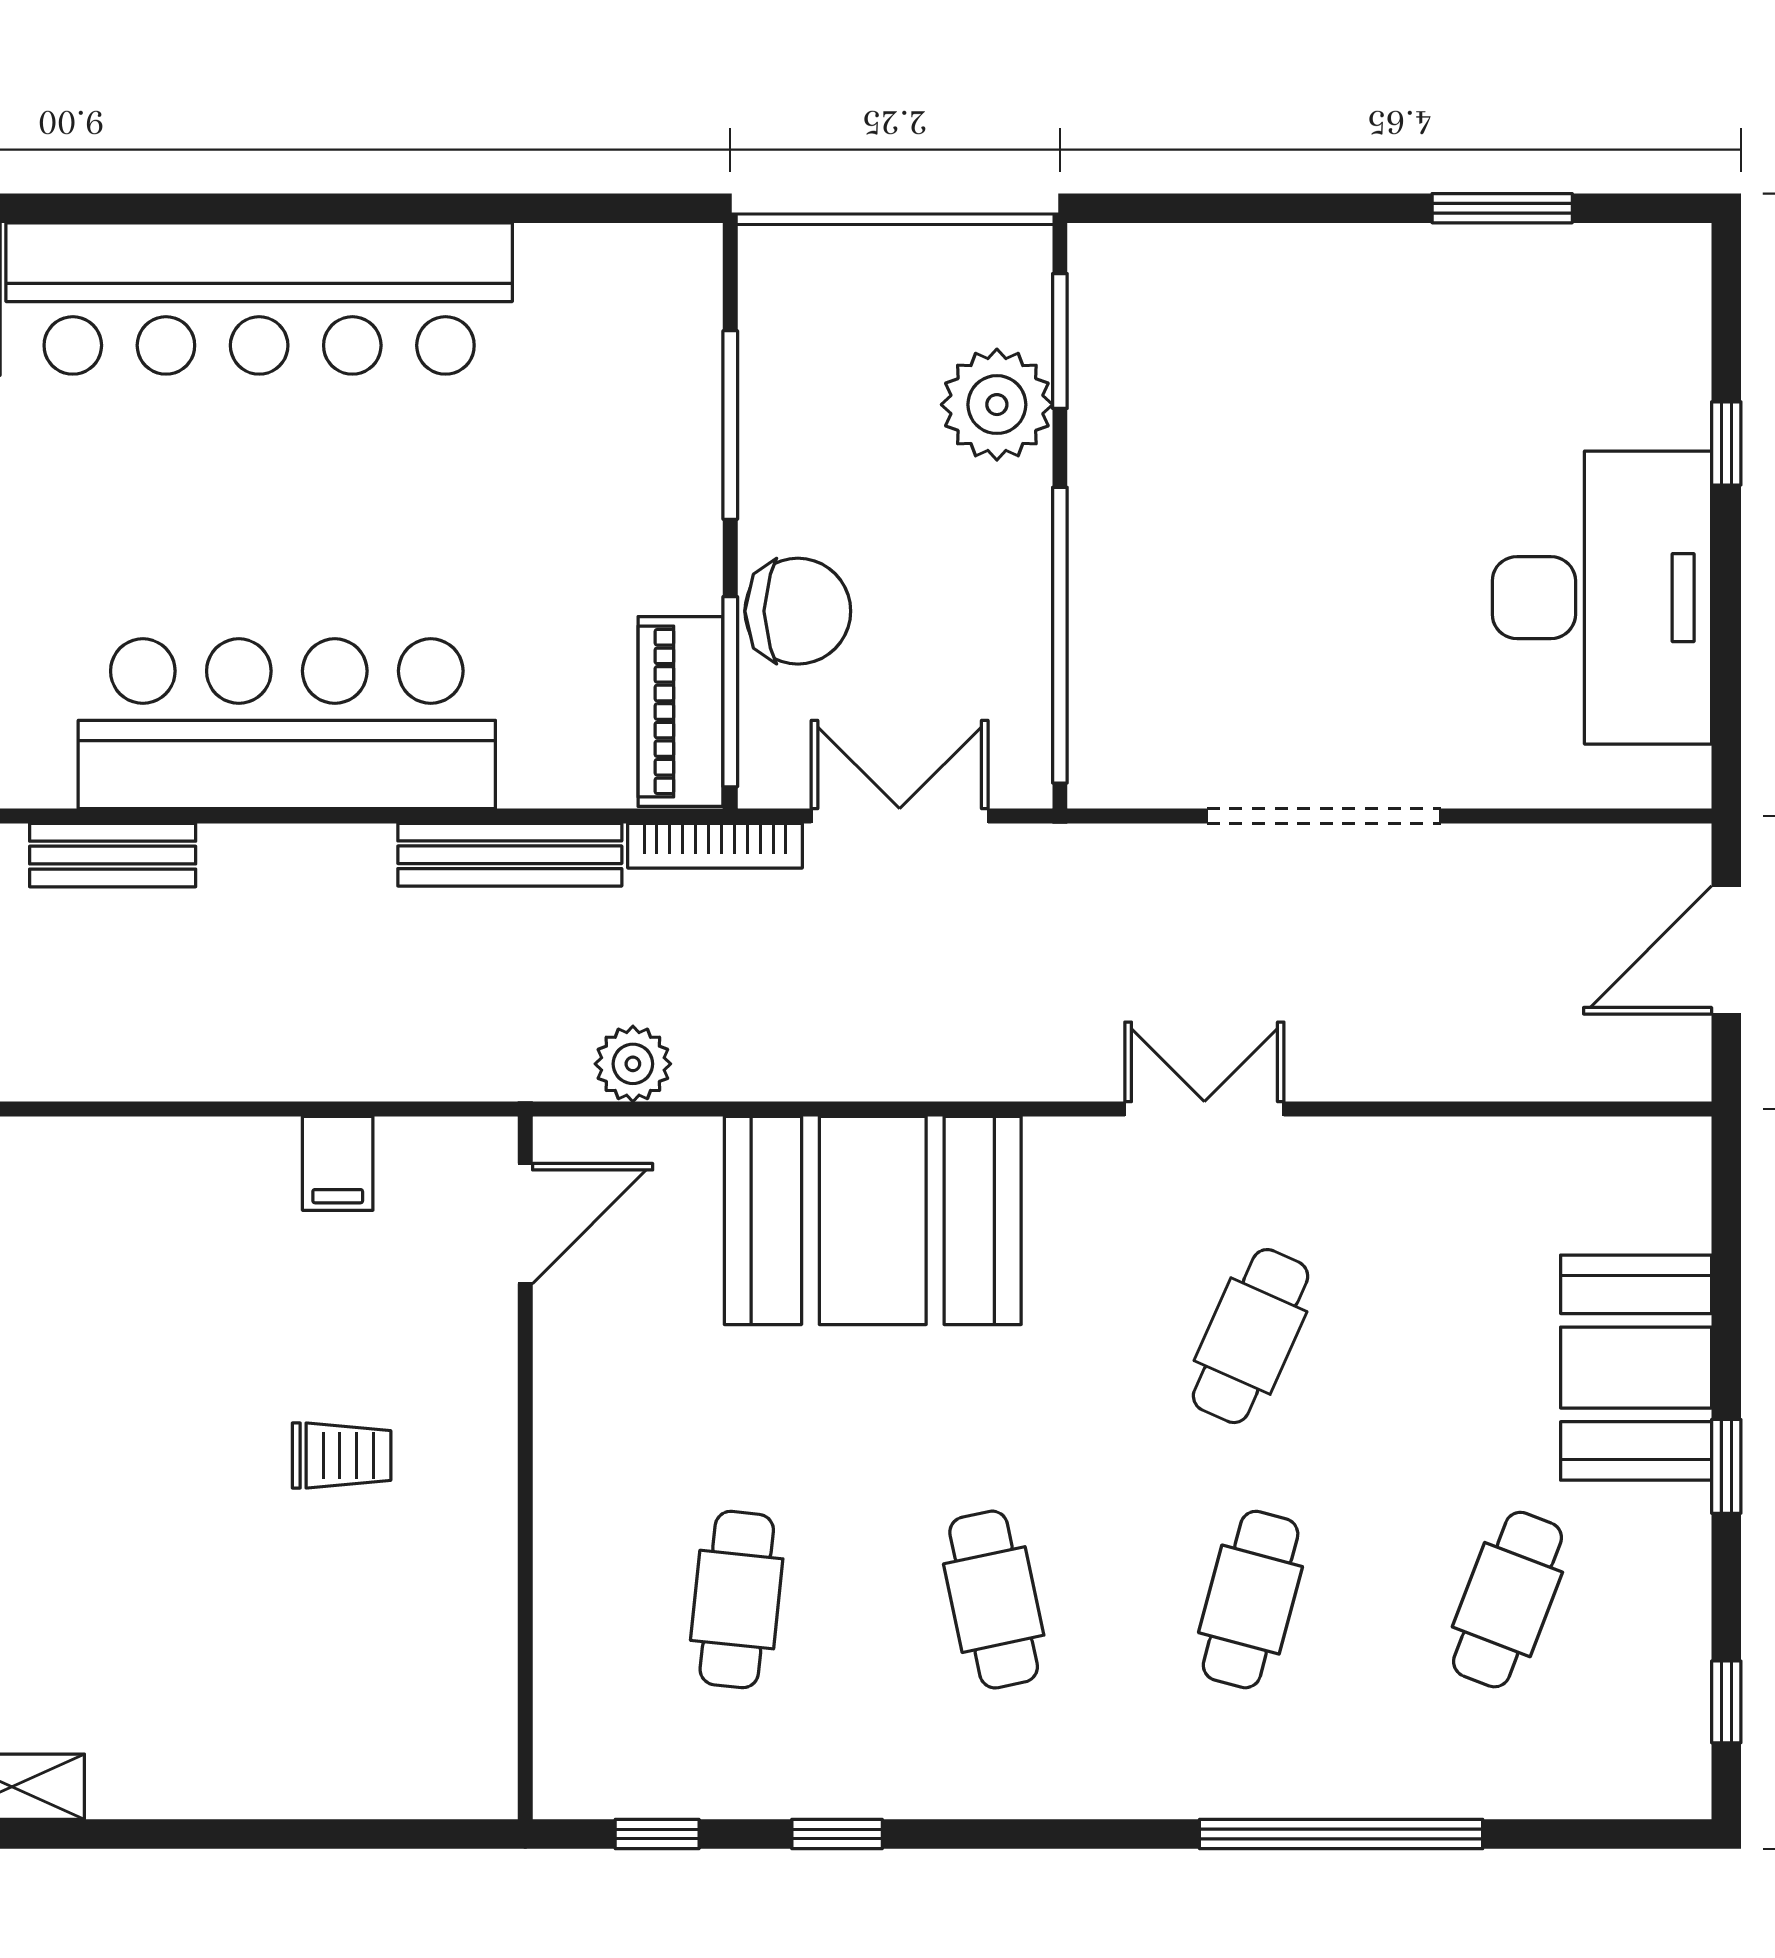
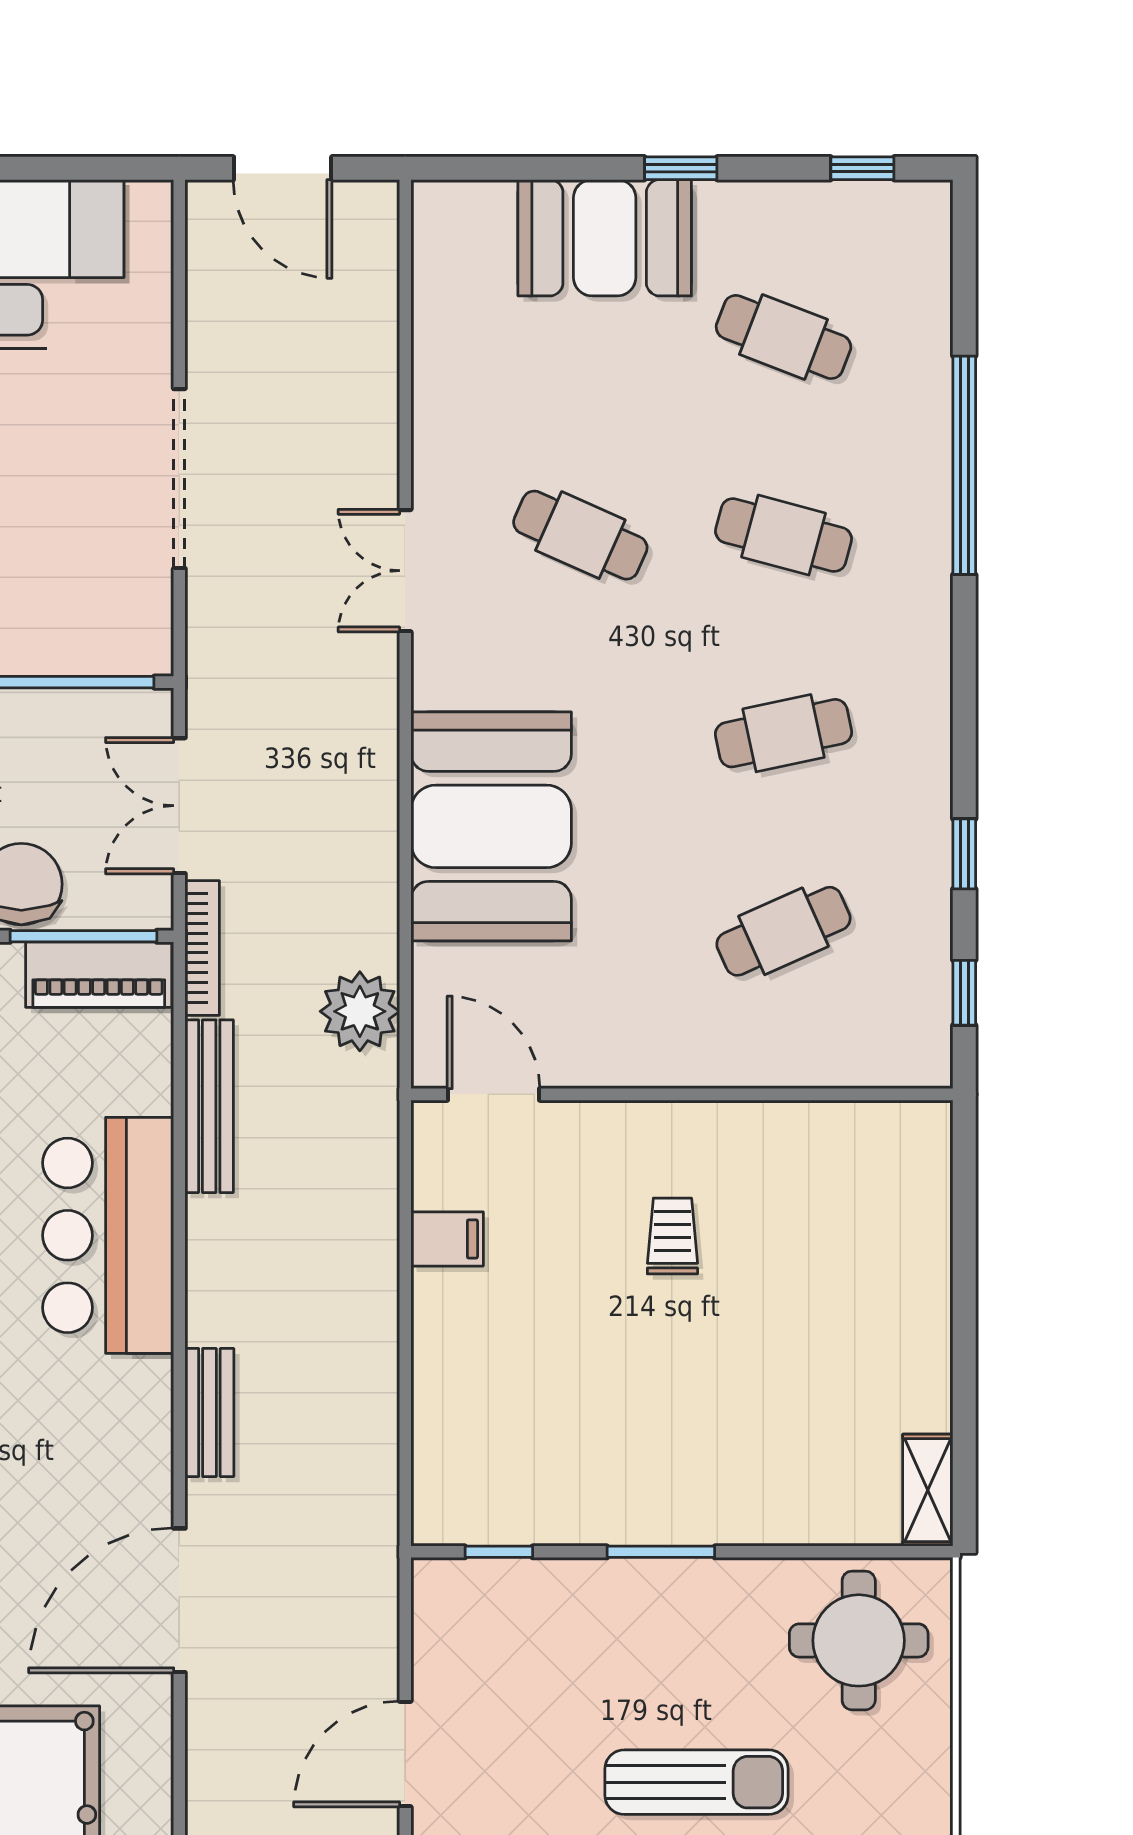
bar counter: (287, 724) -> (108, 1235), width x0.73
plant: (633, 1064) -> (360, 1011), width x1.36, depth x1.36
cafe table: (737, 1600) -> (784, 931), turned -30

